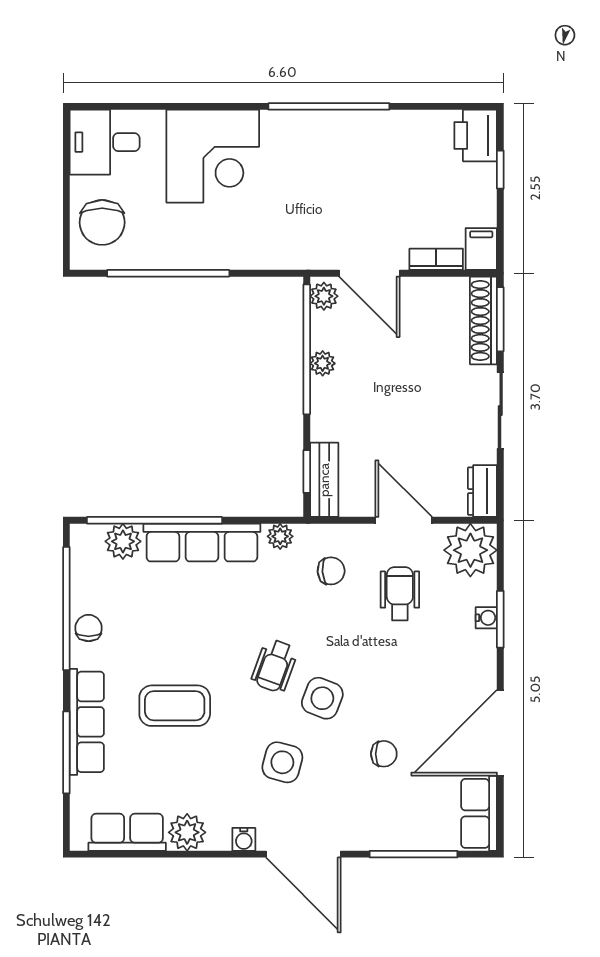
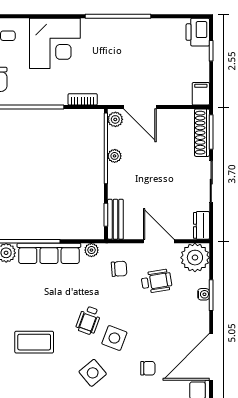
bookcase: (436, 259) -> (83, 99), moved
wheelchair: (400, 594) -> (157, 281), turned 81
side table: (282, 762) -> (93, 373), turned 35

